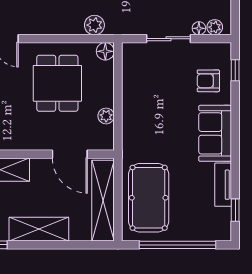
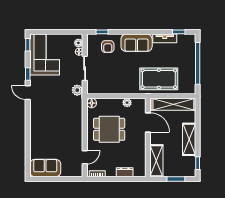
plant: (94, 25) -> (77, 90), moved
door: (70, 154) -> (148, 122), hinge flipped
pool table: (149, 198) -> (159, 79), moved

